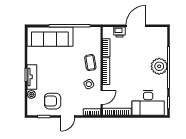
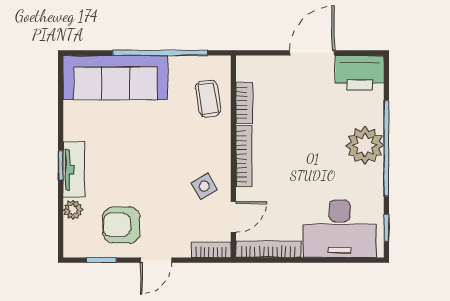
printer: (120, 32) -> (360, 73), moved, width x1.87, depth x1.48
coffee table: (90, 63) -> (208, 99), moved

